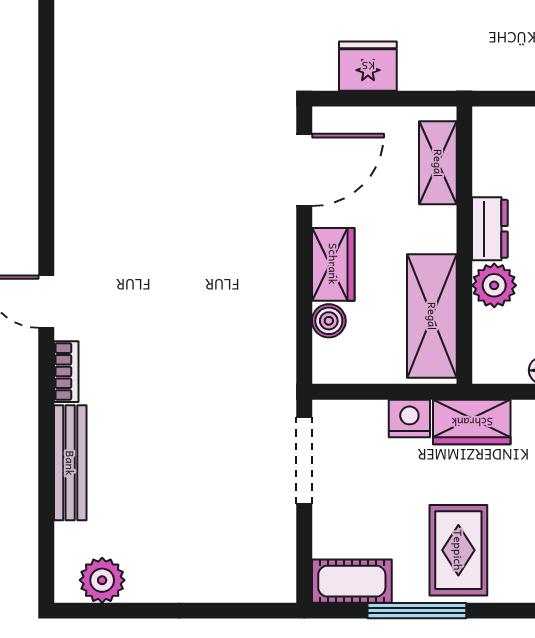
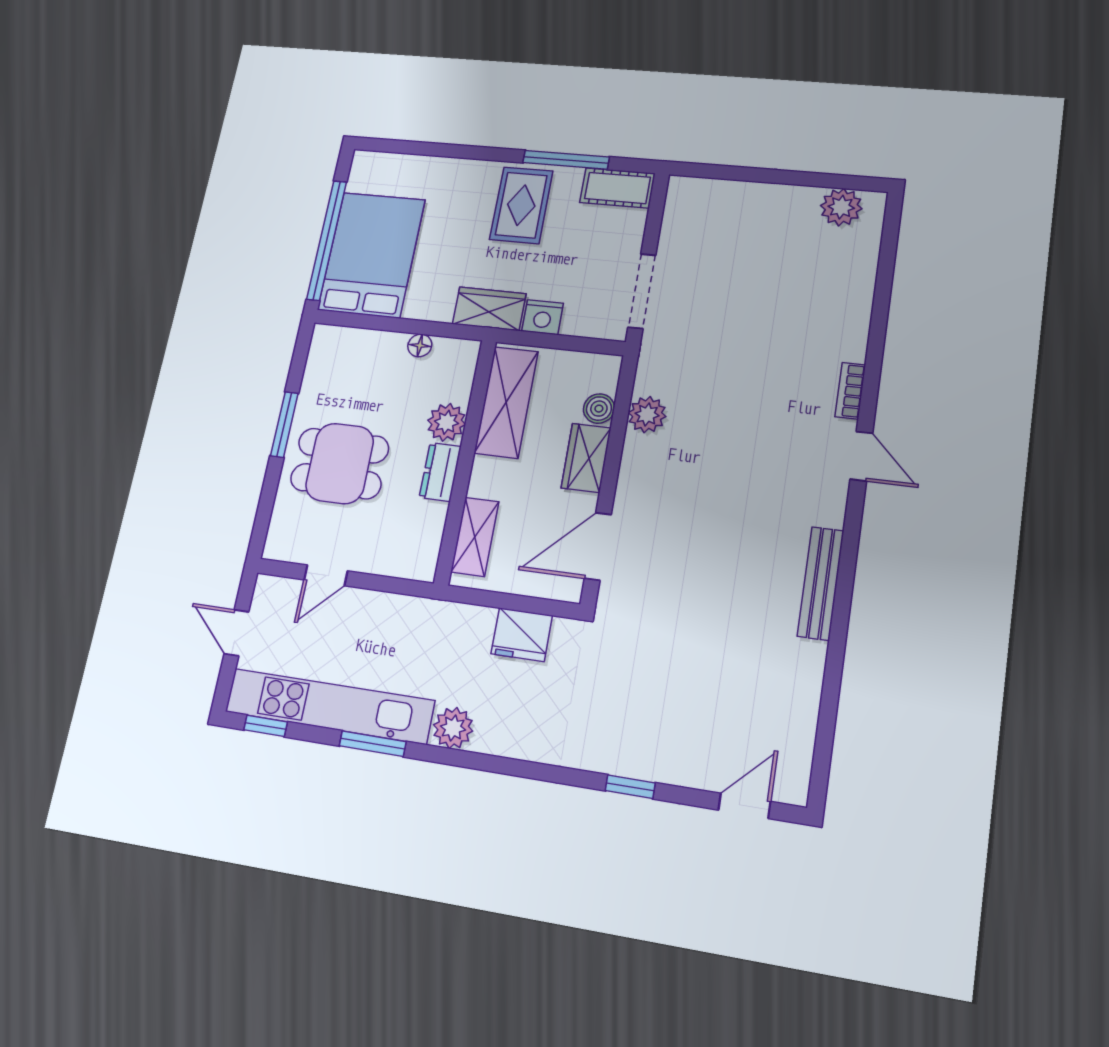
plant: (276, 320) -> (647, 415), added
bench: (70, 463) -> (821, 583), moved

